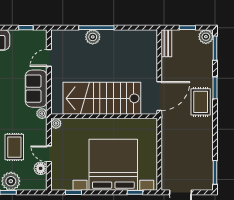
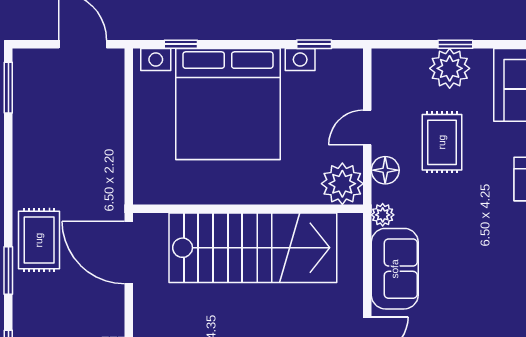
door: (159, 96) -> (129, 253), hinge flipped
plant: (56, 123) -> (342, 184), width x1.87, depth x1.87
door: (49, 154) -> (367, 127), swing flipped
floor lamp: (41, 168) -> (385, 170), moved

